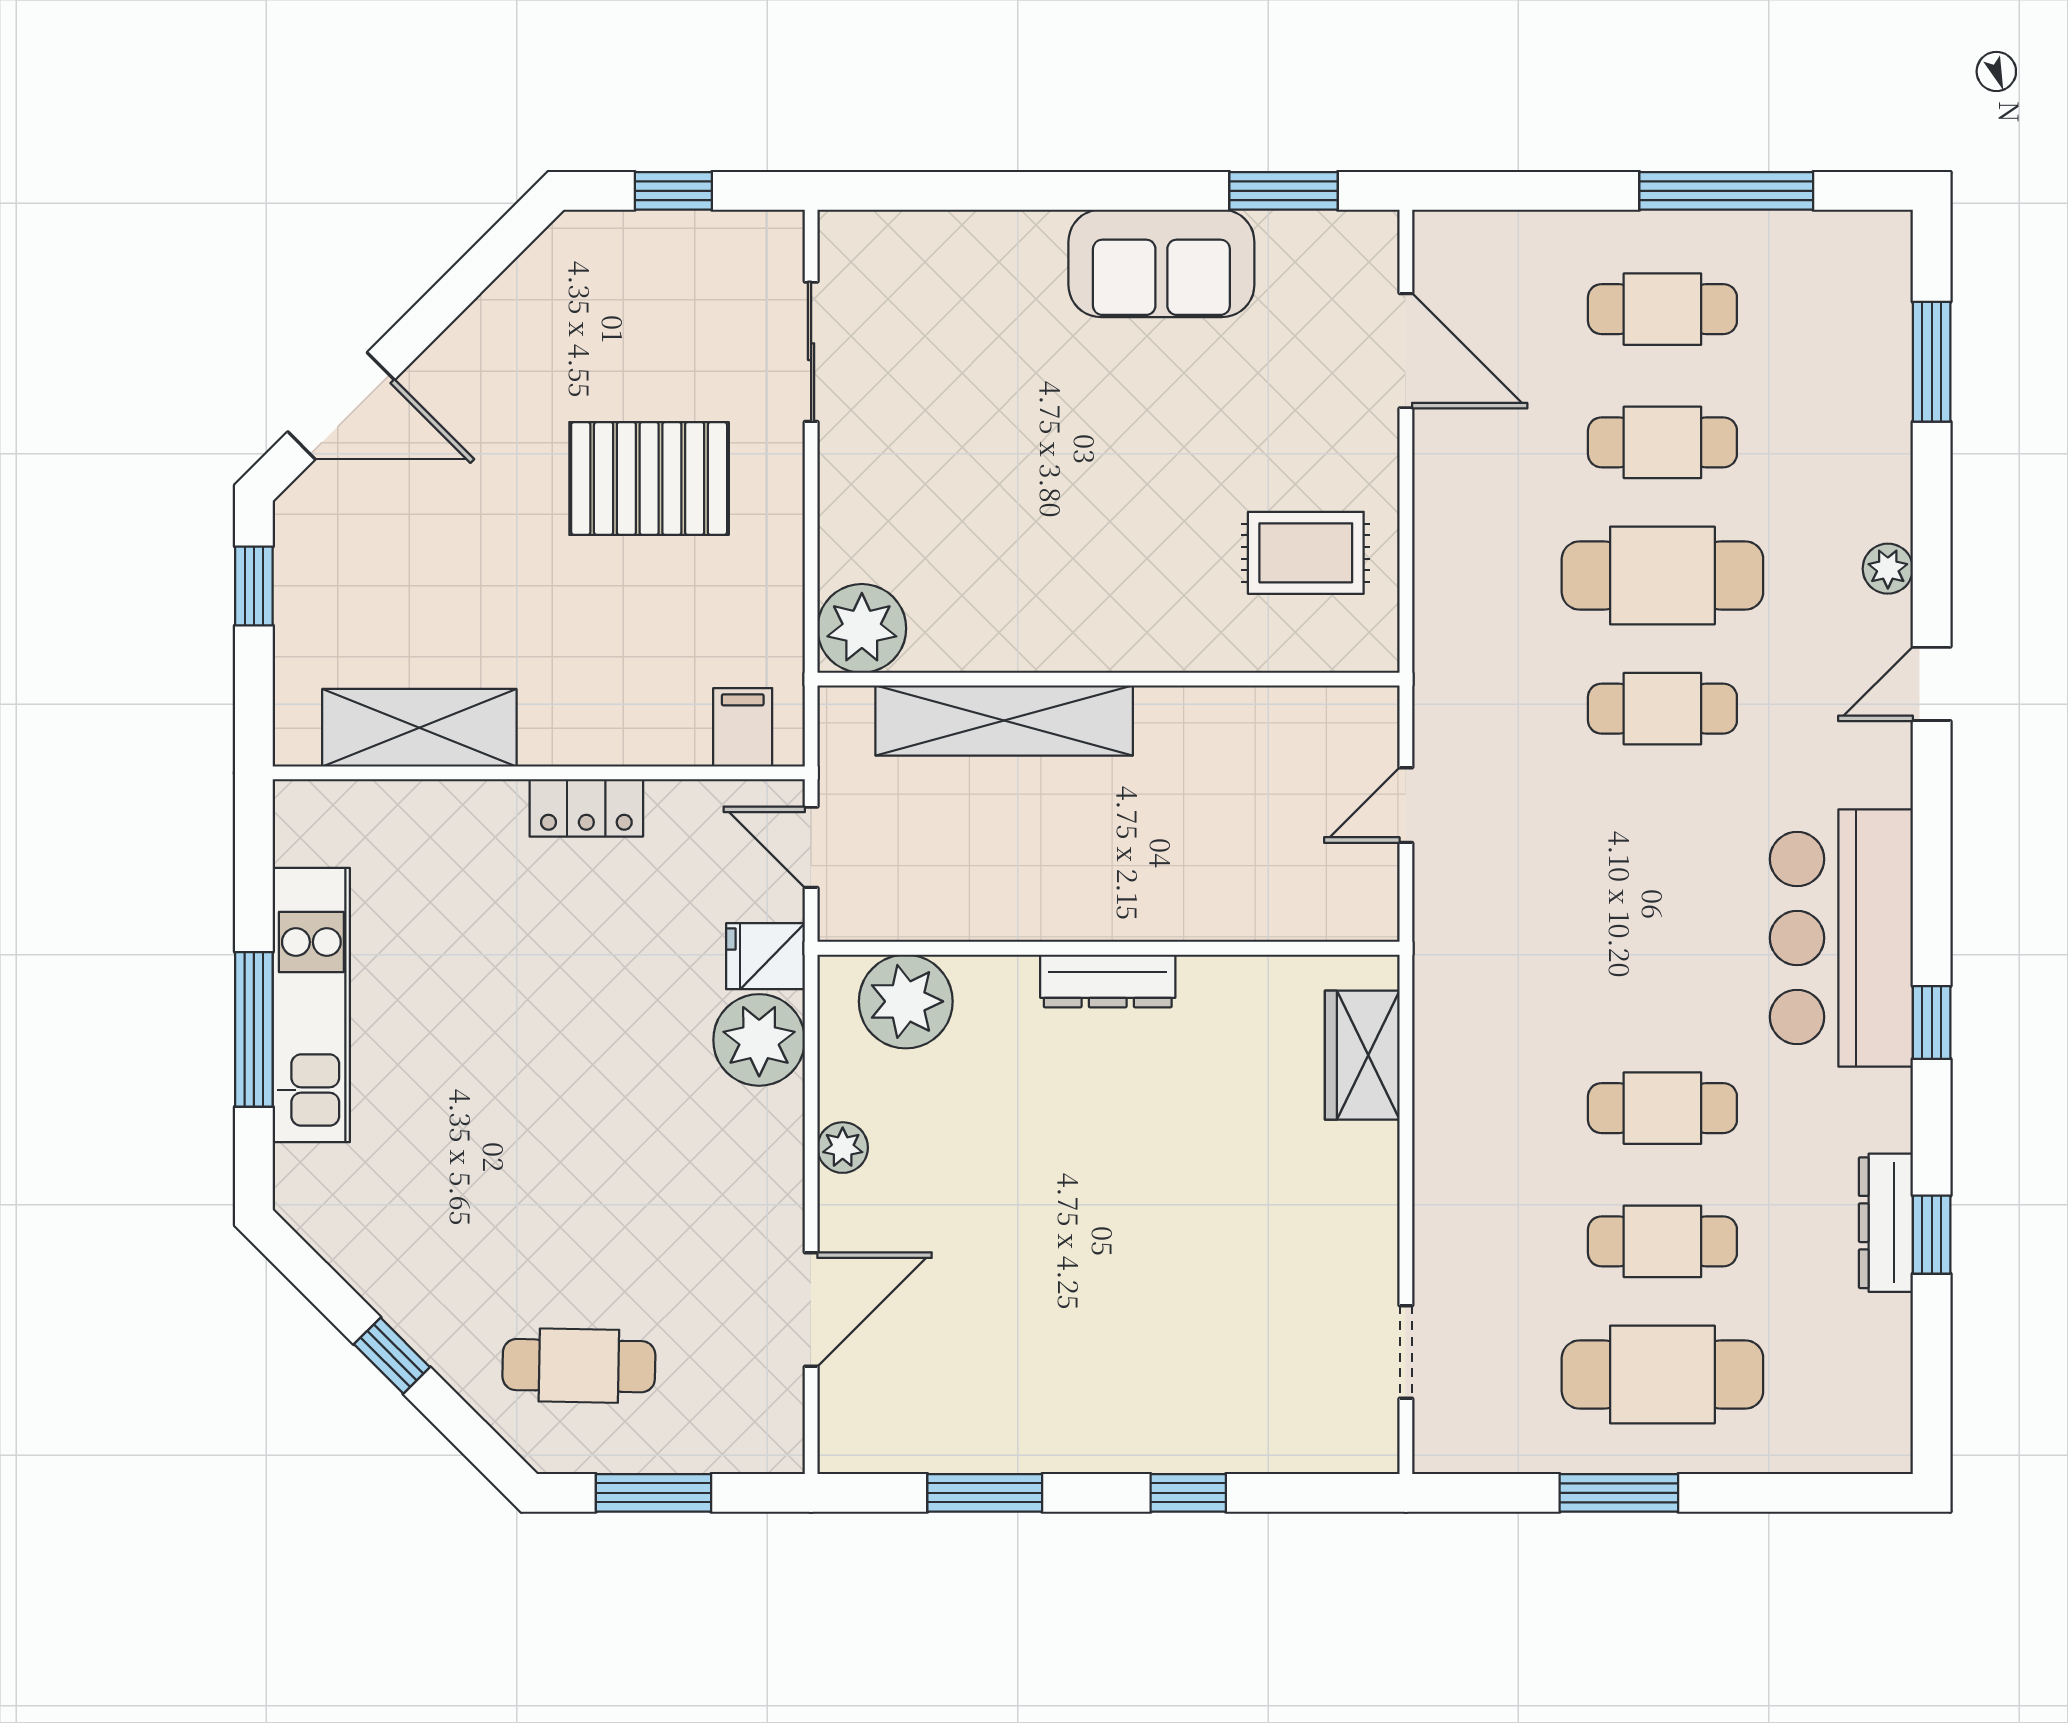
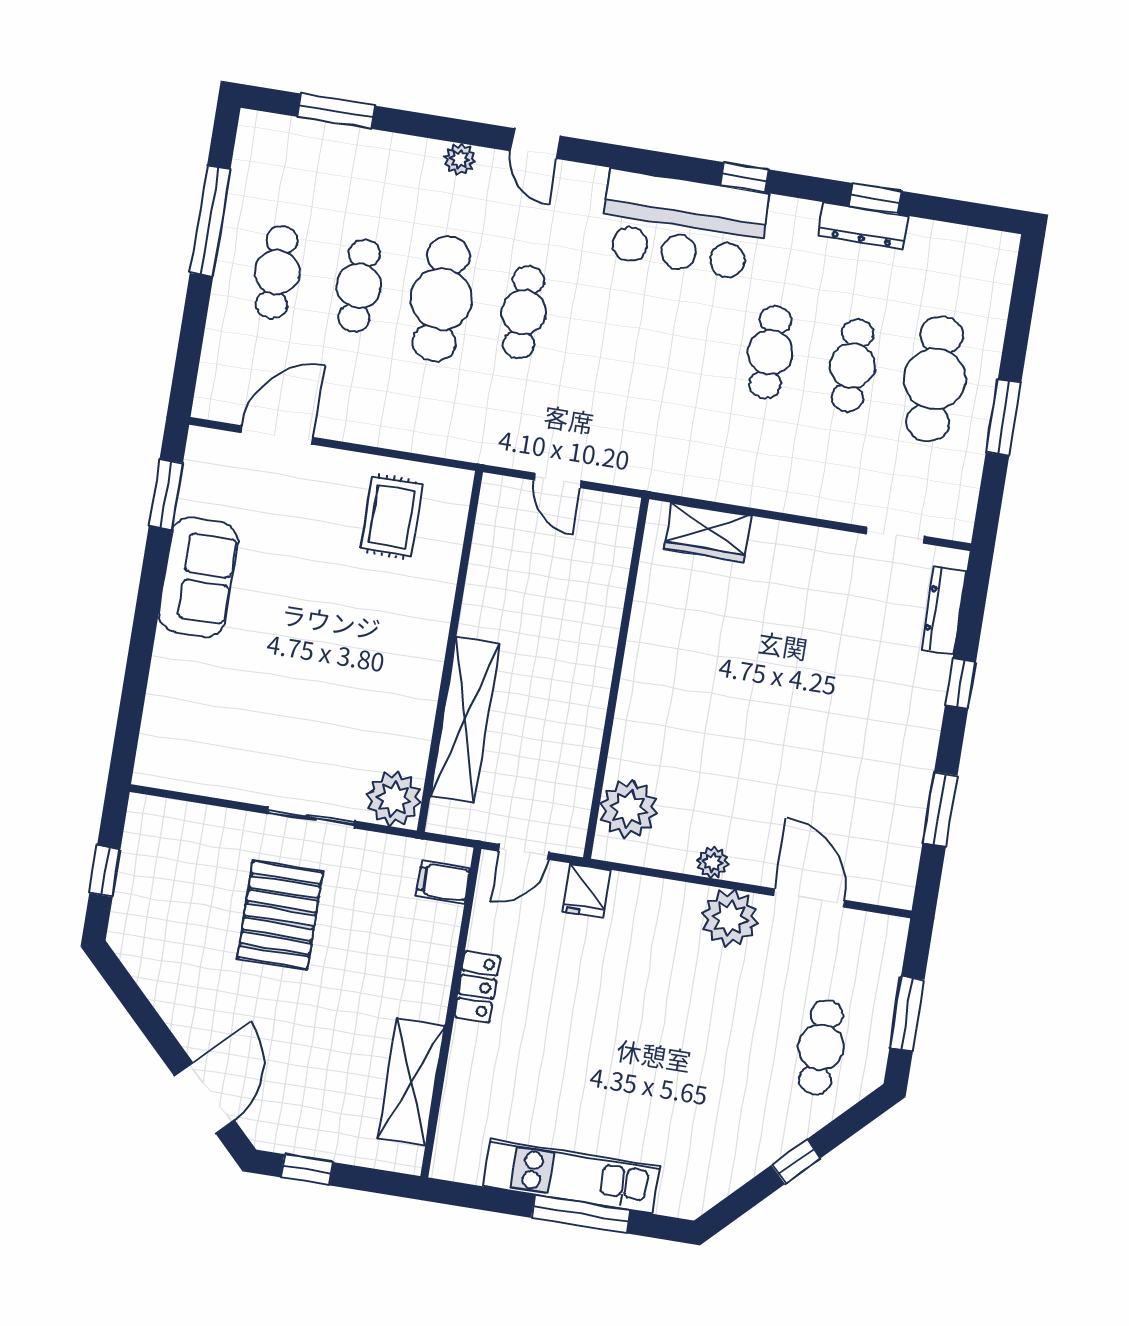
sliding door: (811, 352) -> (311, 817), moved
dresser: (1108, 981) -> (944, 610), moved, turned 180
plant: (759, 1040) -> (730, 918), moved

